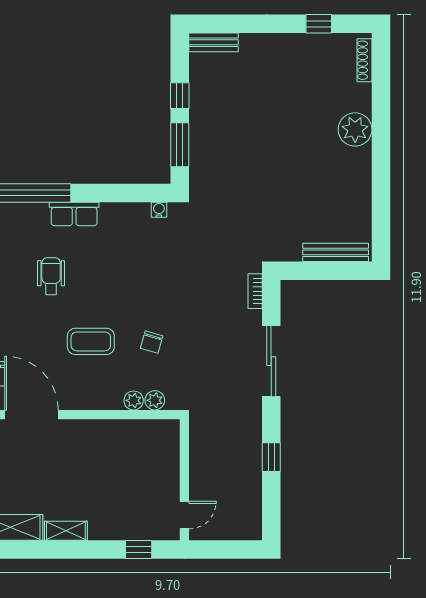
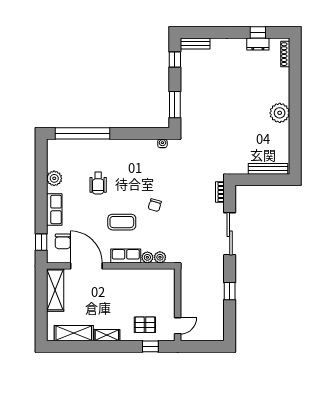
dresser: (319, 43) -> (258, 44), added
window: (180, 96) -> (175, 60), moved
plant: (355, 129) -> (280, 113), moved
row of seats: (74, 214) -> (126, 256), moved, turned 180
wheelchair: (51, 276) -> (98, 183), turned 180
chair: (152, 342) -> (155, 205), moved
pallet: (130, 513) -> (145, 325), added

